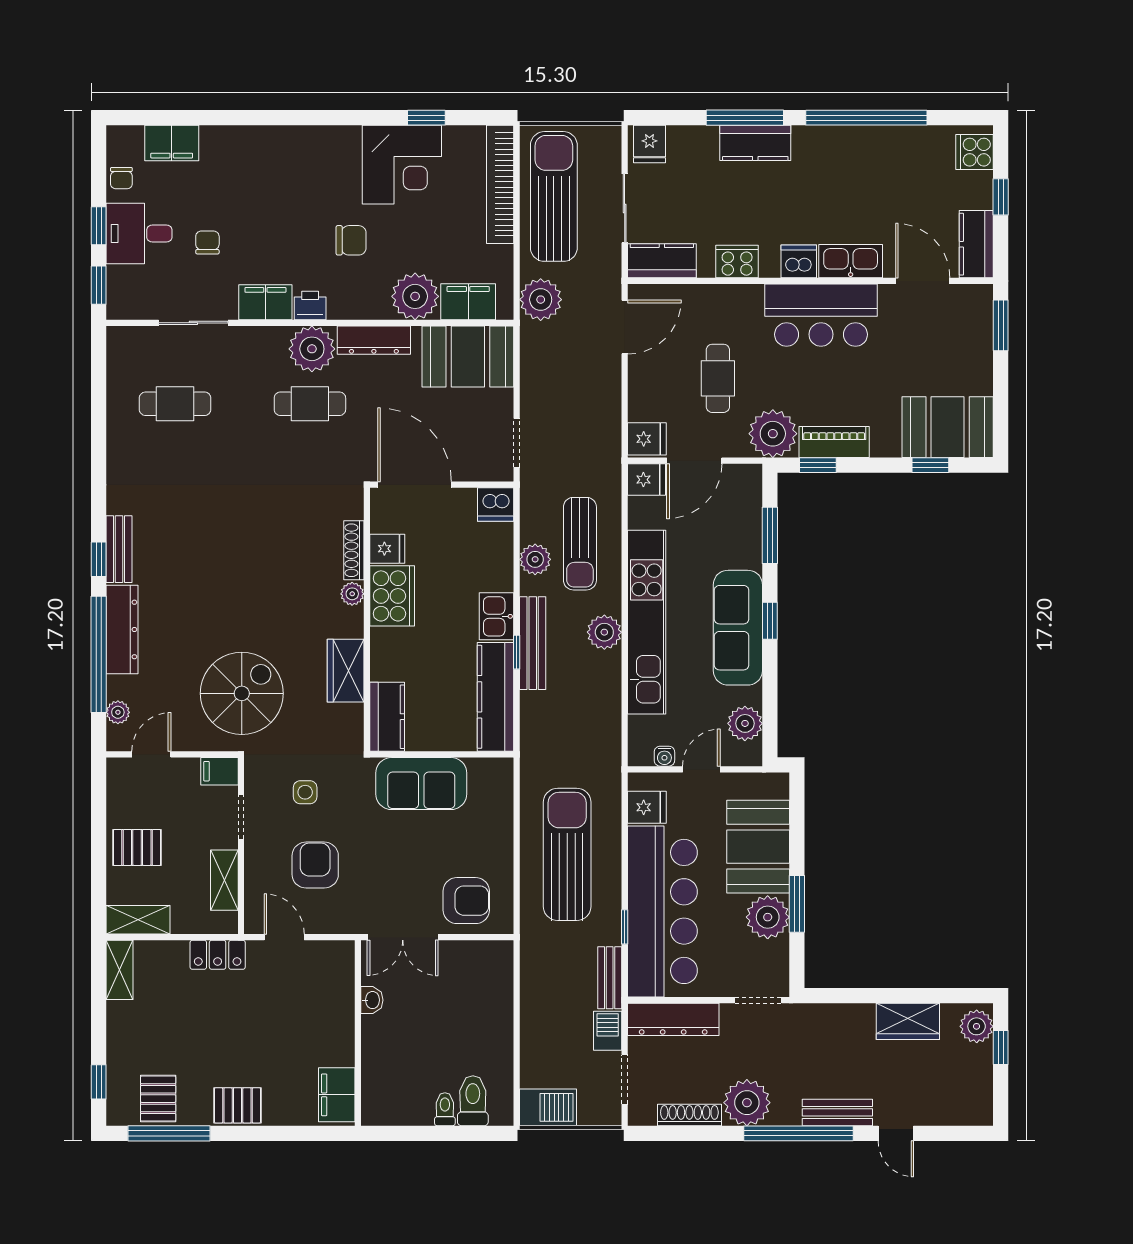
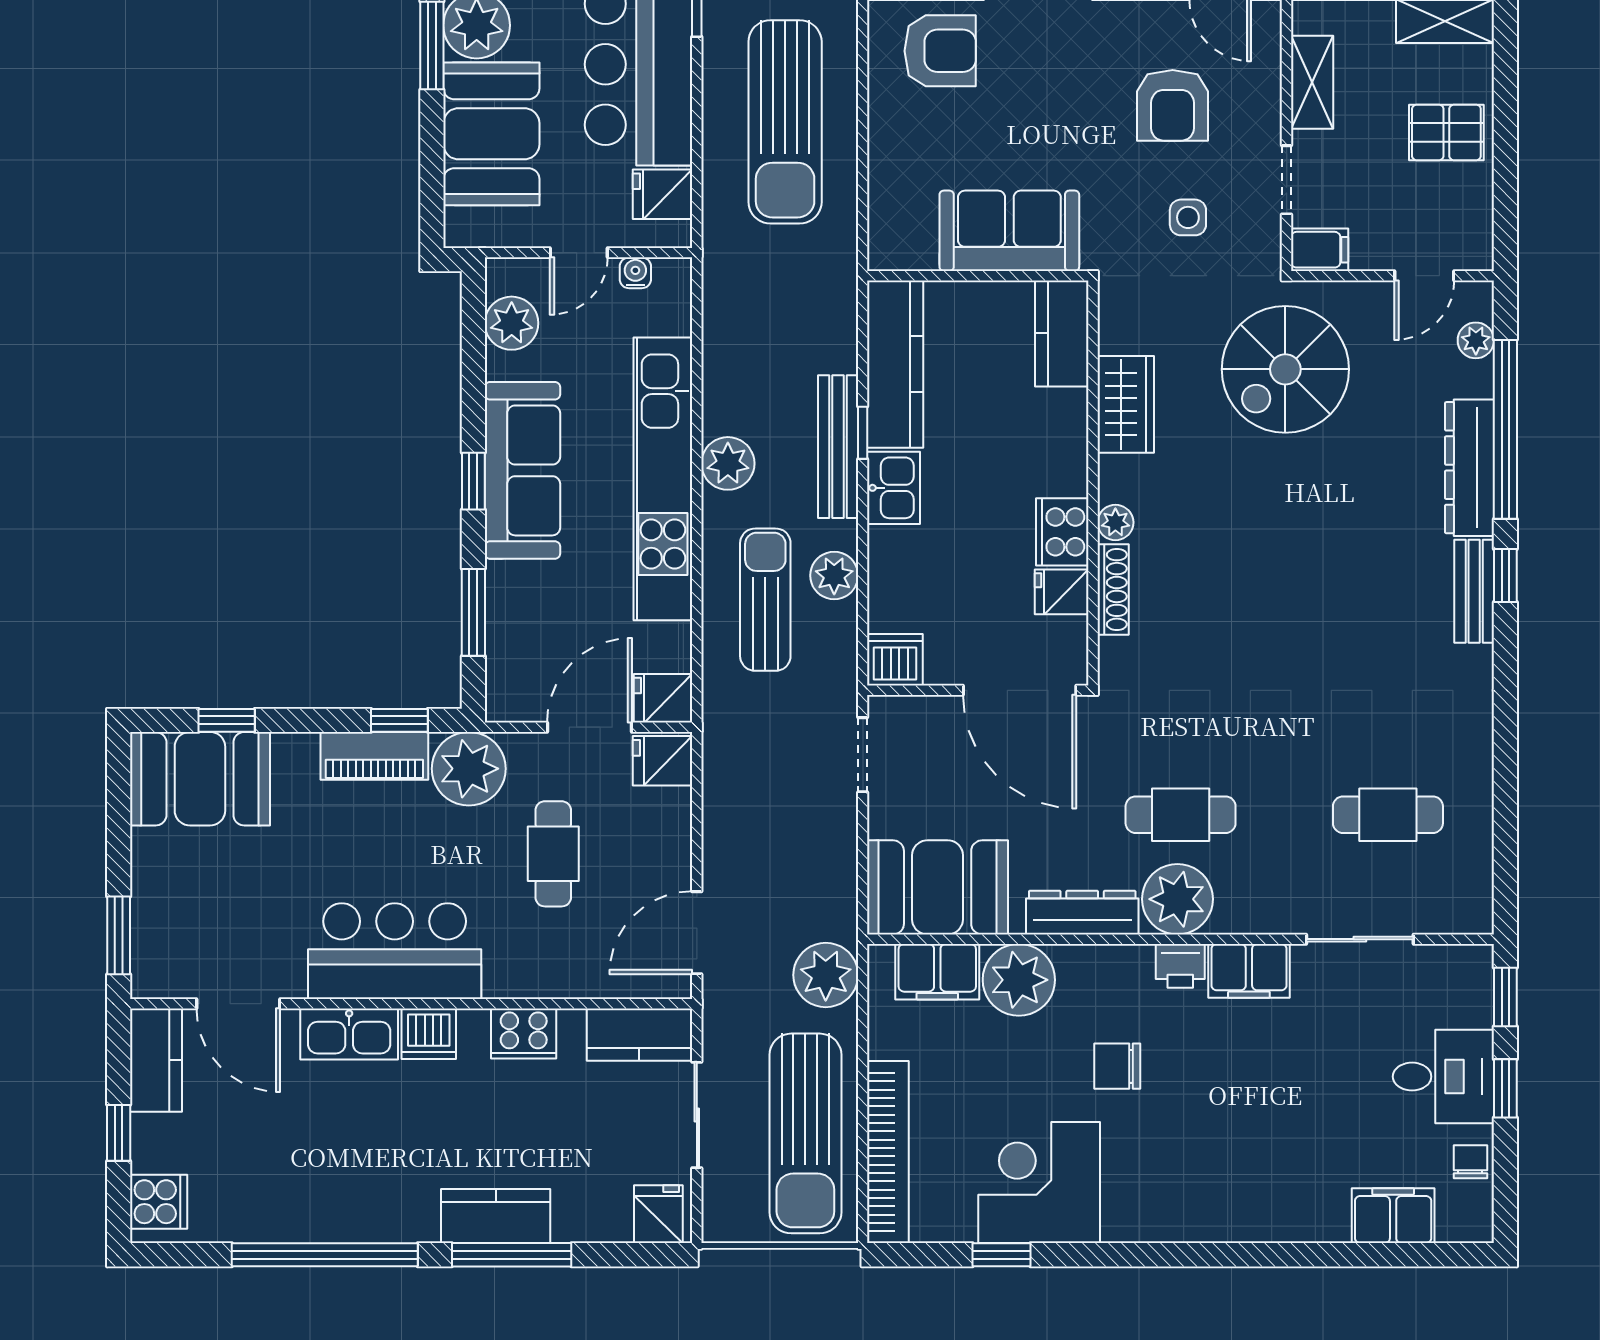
chair: (207, 242) -> (1338, 1063), removed
cooker: (392, 596) -> (1062, 532), width x0.73, depth x0.76
armchair: (466, 901) -> (940, 51), turned 180

